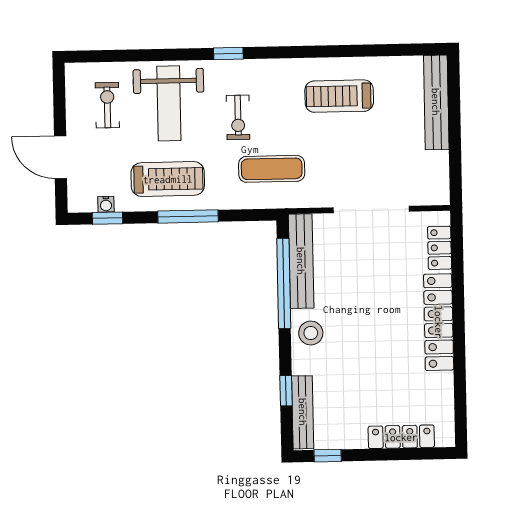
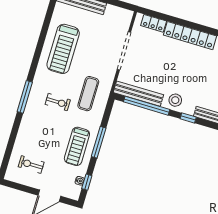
window: (228, 53) -> (25, 97), width x2.17
treadmill: (339, 96) -> (63, 49), width x1.37, depth x1.38
weight bench: (169, 103) -> (40, 134), removed
treadmill: (168, 179) -> (77, 146), turned 180
window: (286, 391) -> (188, 118), moved

